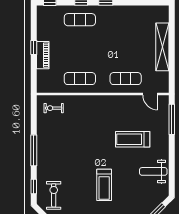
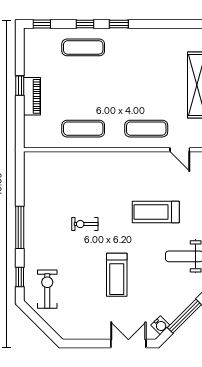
exercise bike: (54, 108) -> (85, 224), moved

